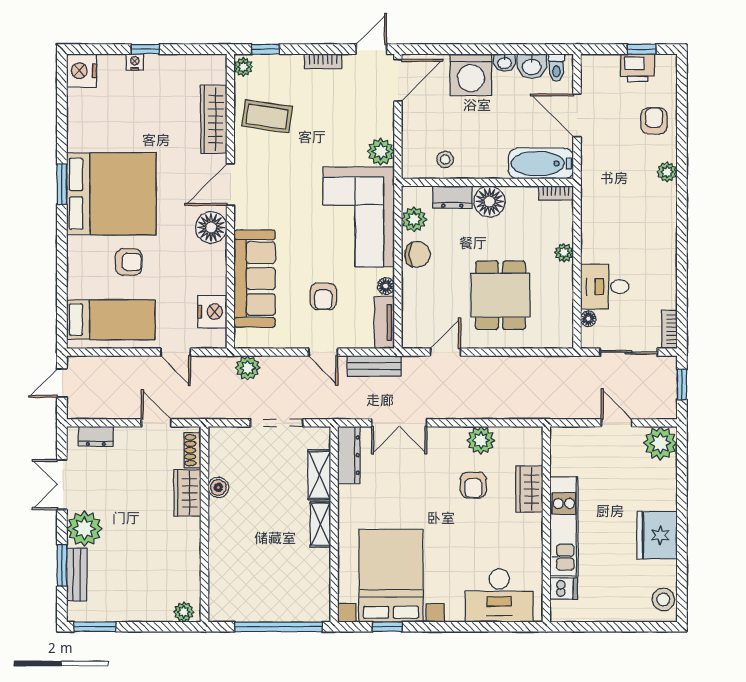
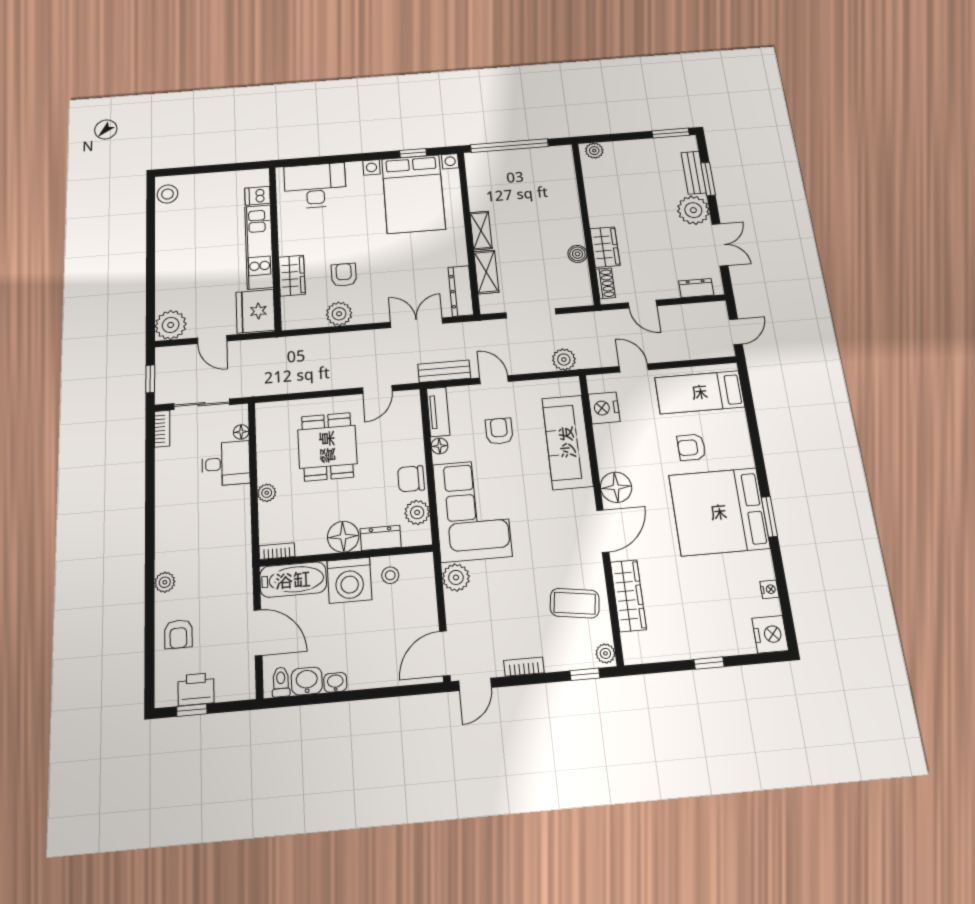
nightstand: (135, 62) -> (769, 589), moved, turned -90
washing machine: (471, 75) -> (349, 580), moved, turned 180
fridge: (657, 535) -> (255, 311), moved, turned 180

